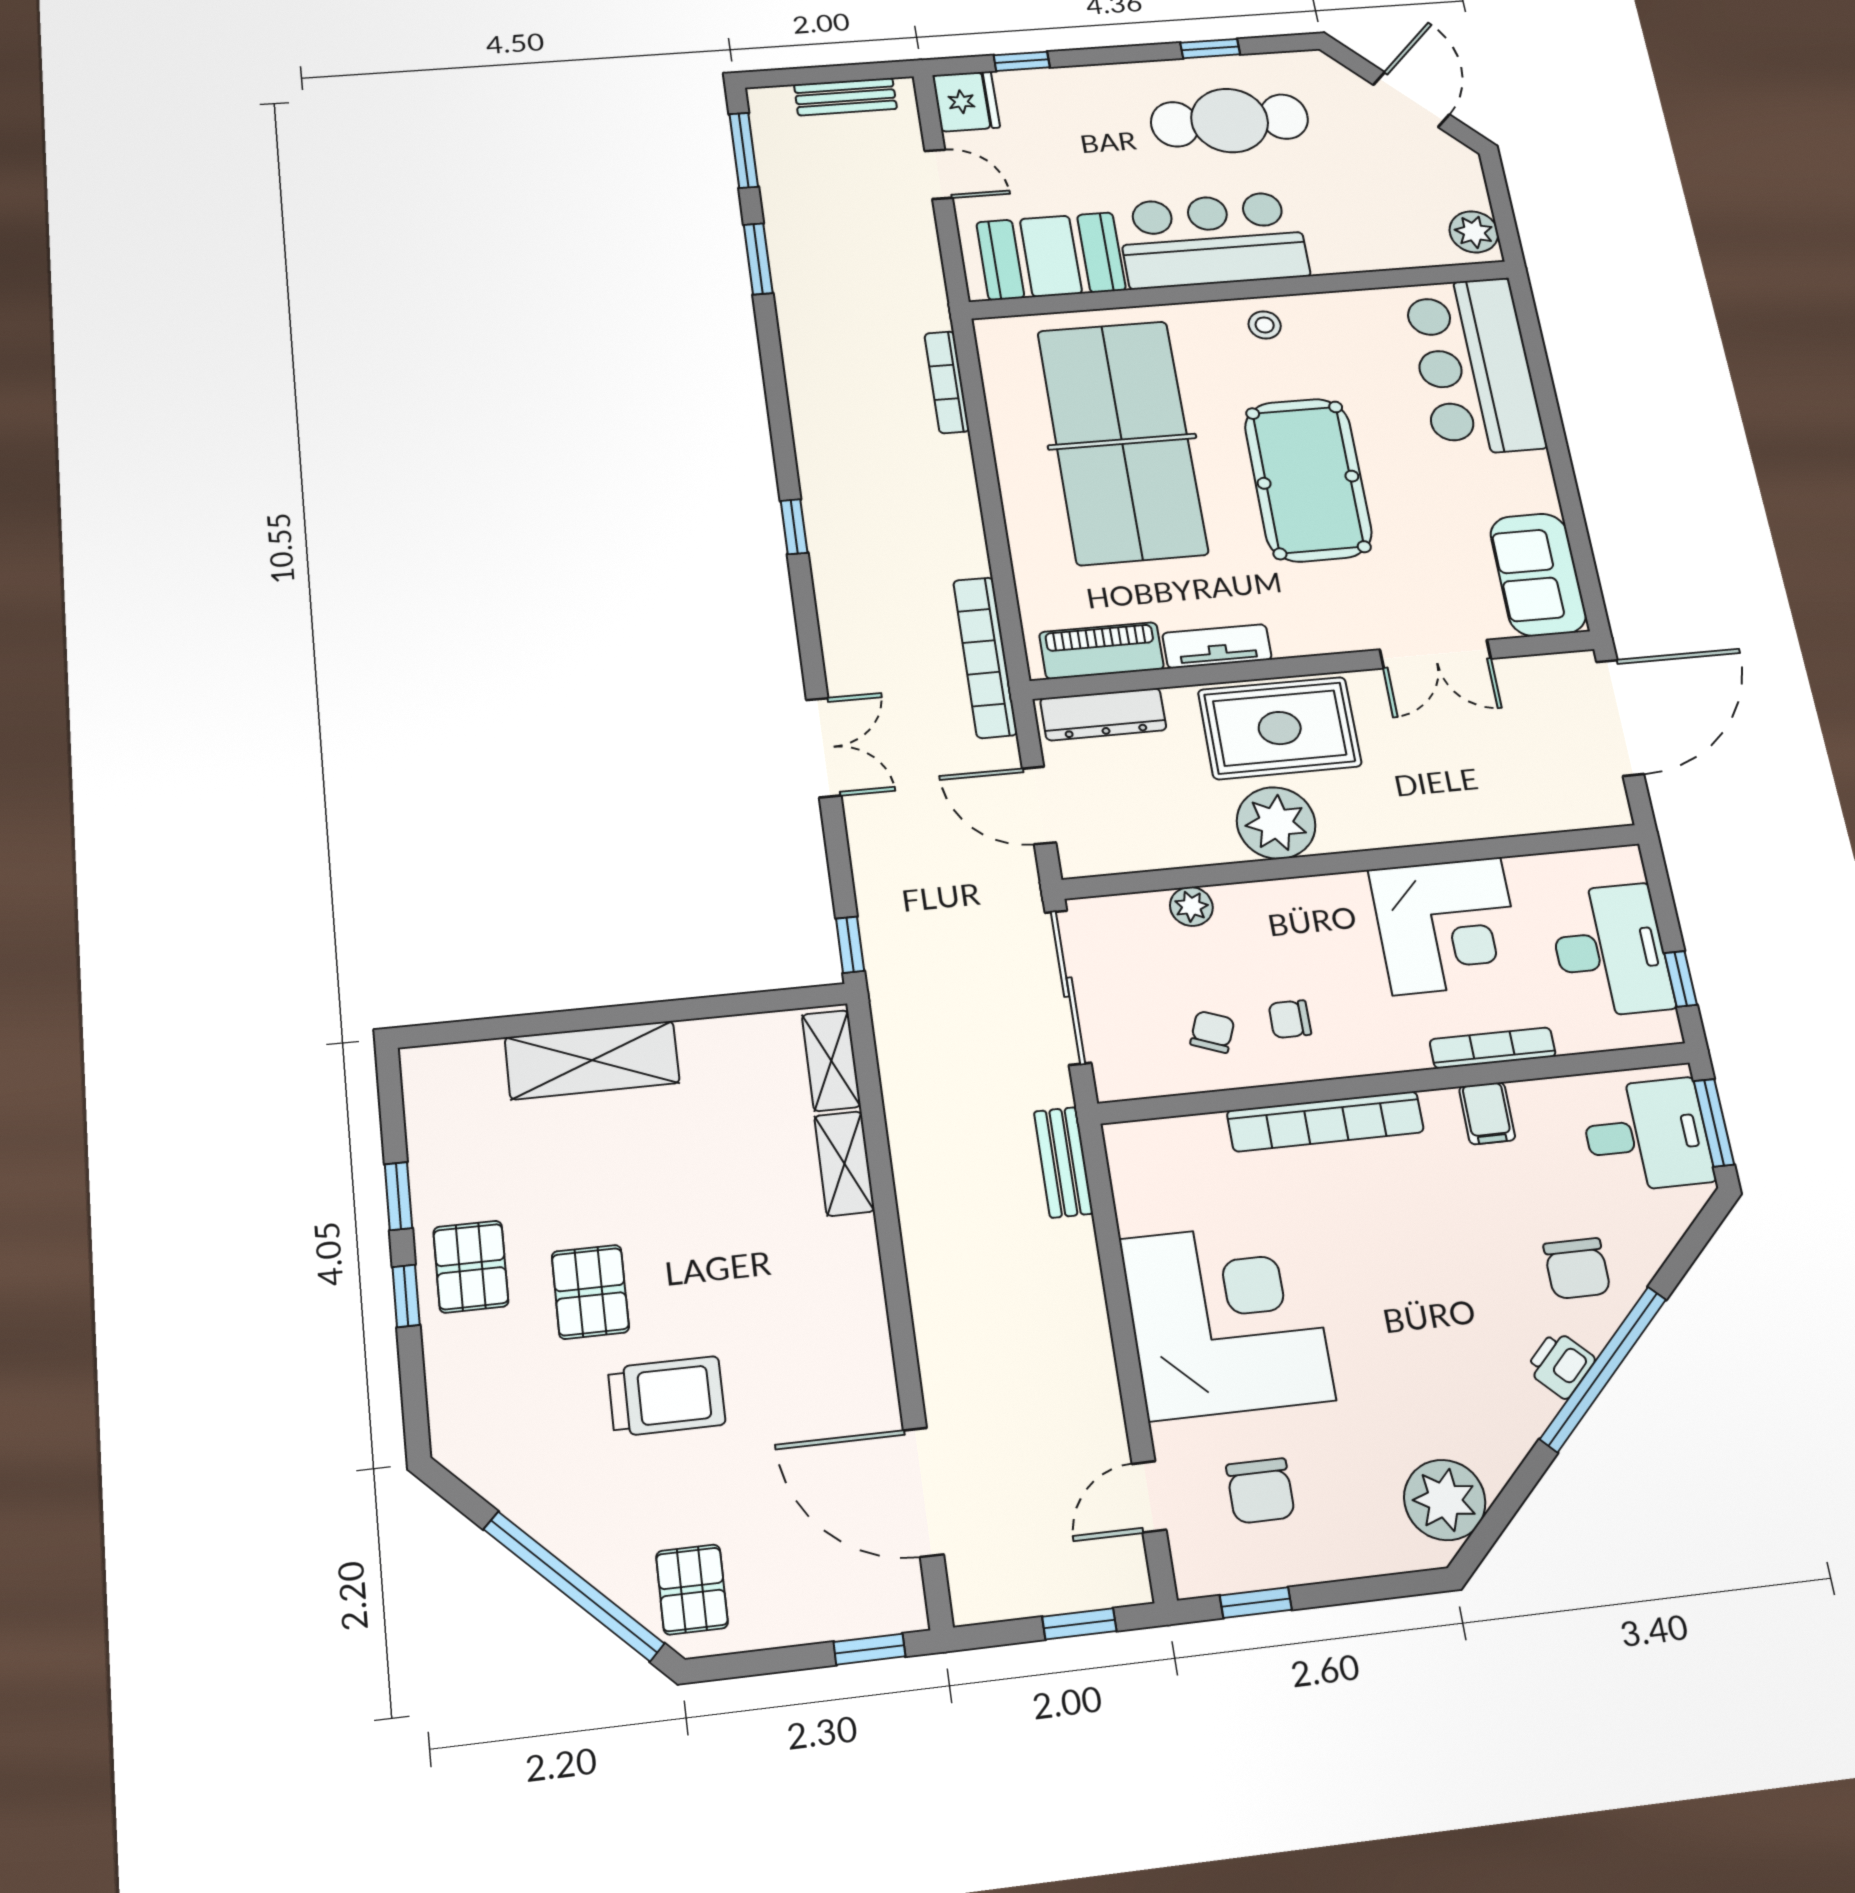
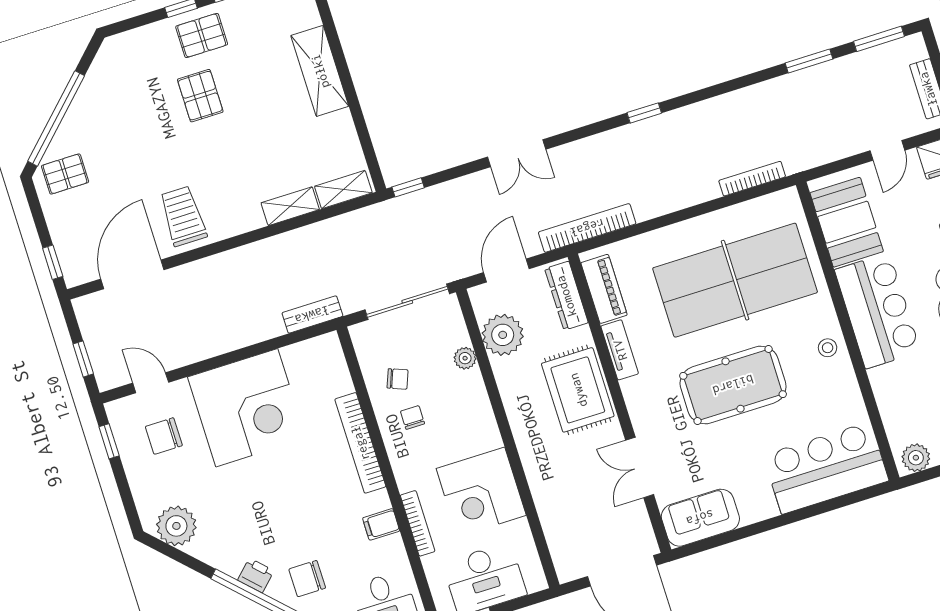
plant: (1276, 823) -> (503, 335), moved
pallet: (590, 1292) -> (200, 96), turned 90
trolley: (667, 1396) -> (183, 216), moved, turned 180

